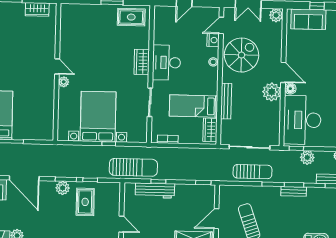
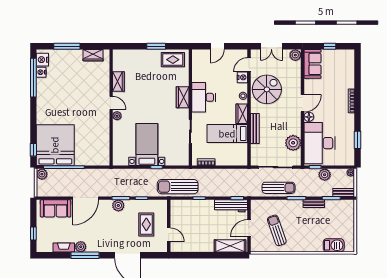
sofa: (308, 19) -> (312, 64), moved, turned -90
wardrobe: (66, 41) -> (118, 82), added
door: (283, 72) -> (303, 103), hinge flipped
plant: (272, 92) -> (293, 143), moved
bed with nightstands: (98, 117) -> (147, 144), width x0.73
wardrobe: (210, 130) -> (242, 114), moved
sun lounger: (133, 167) -> (178, 187), turned 180
door: (24, 178) -> (86, 198), hinge flipped
workbench: (155, 191) -> (231, 206), moved
rug: (85, 202) -> (146, 224), moved

